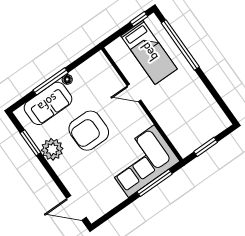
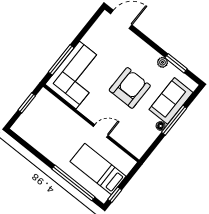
plant: (52, 149) -> (162, 62), width x0.53, depth x0.53

